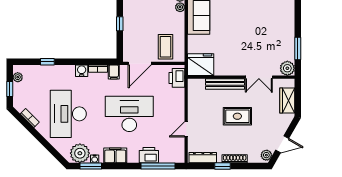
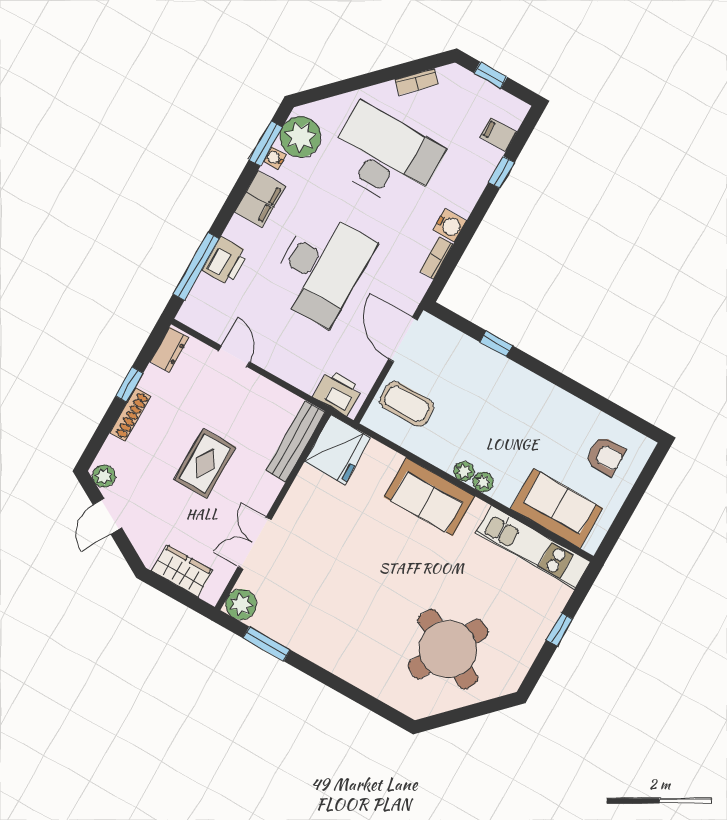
filing cabinet: (114, 72) -> (498, 134), moved
plant: (18, 77) -> (504, 102), removed
bench: (225, 84) -> (296, 441), moved
dresser: (203, 158) -> (170, 350), width x0.70

